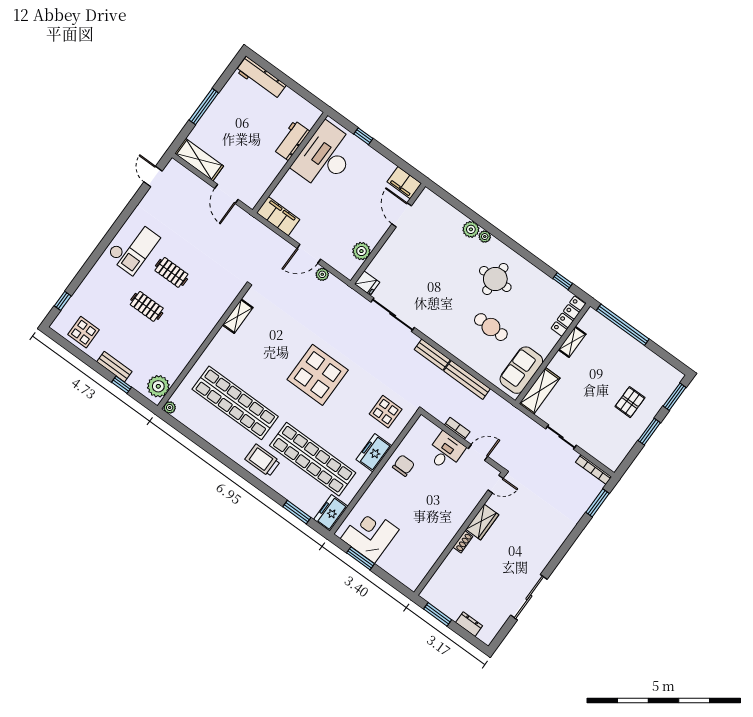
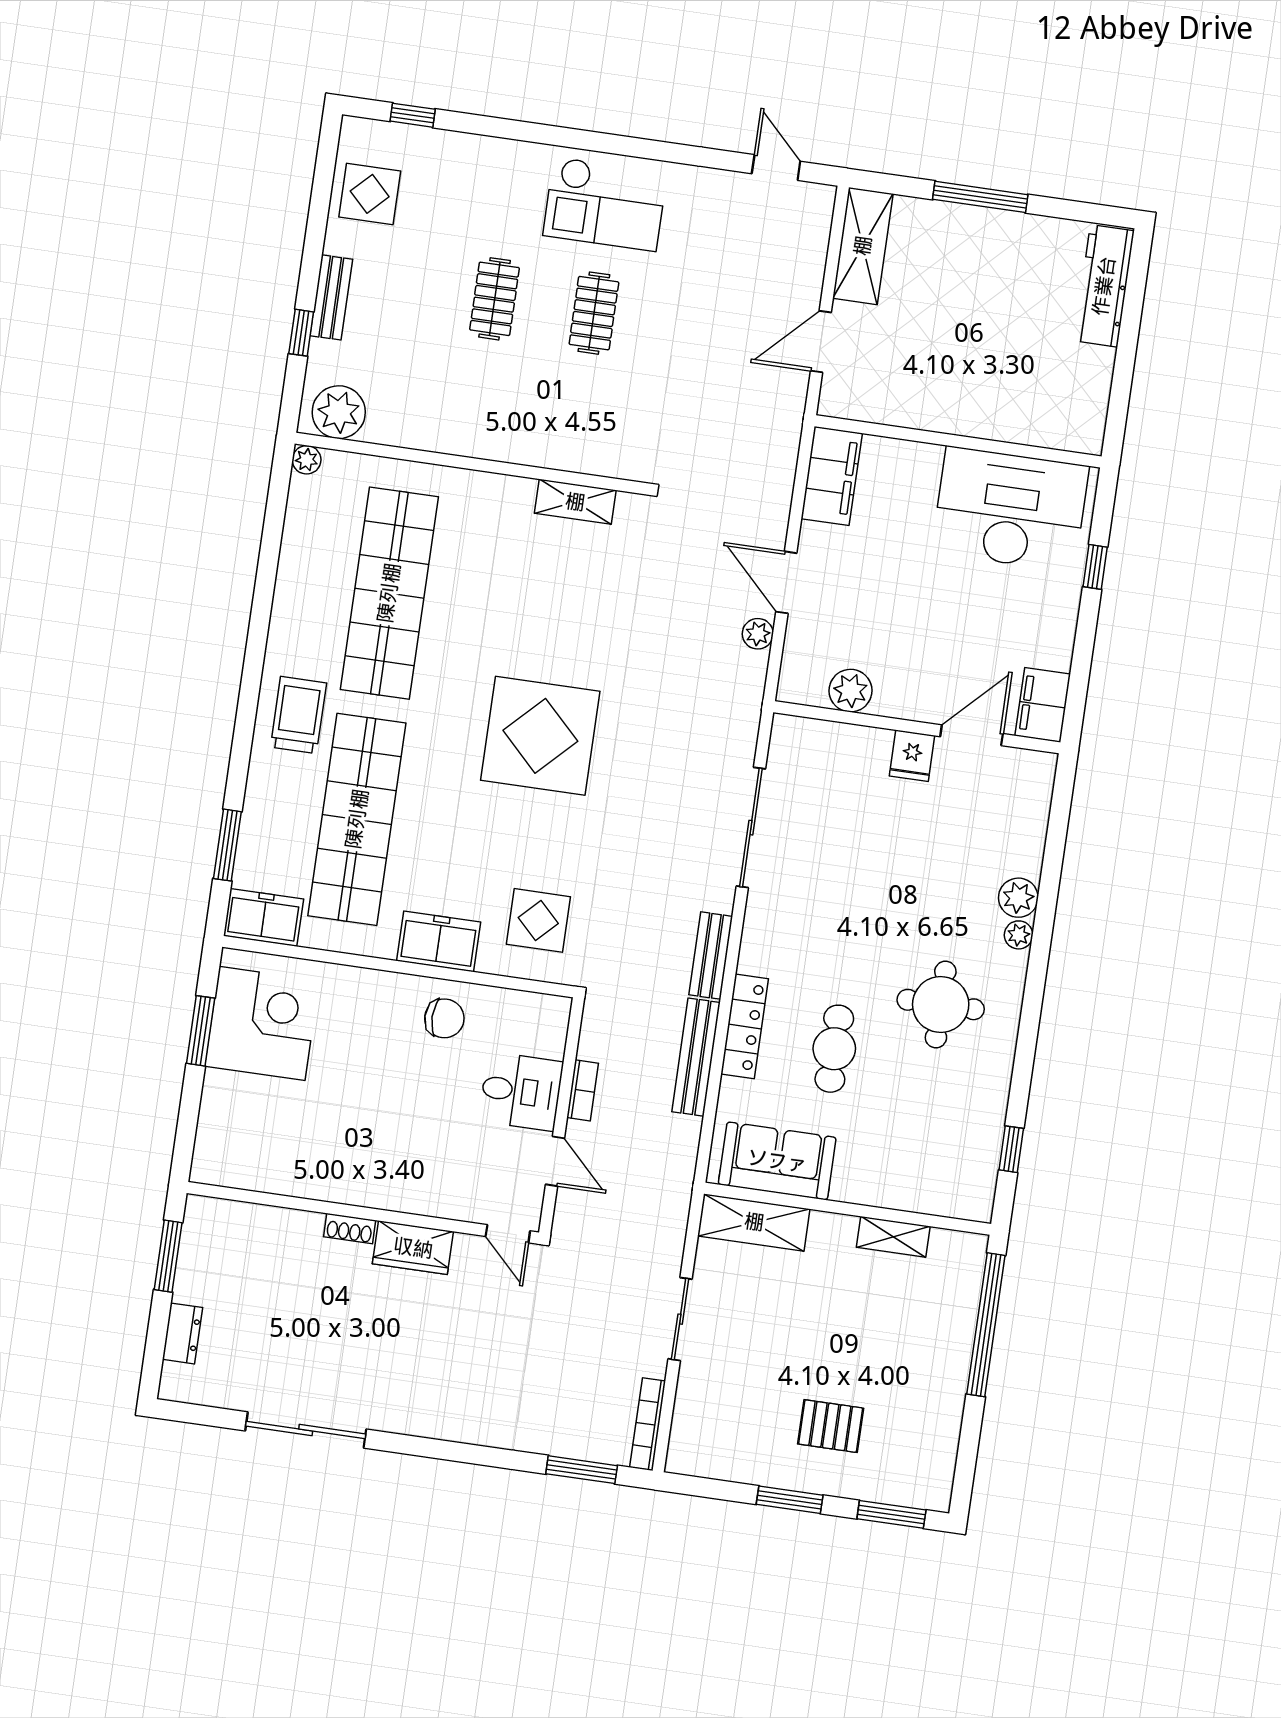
workbench: (291, 140) -> (1006, 420), removed
door: (153, 176) -> (776, 168), hinge flipped
fridge: (367, 283) -> (912, 756), moved
locker: (568, 316) -> (745, 1026), moved, turned 90

